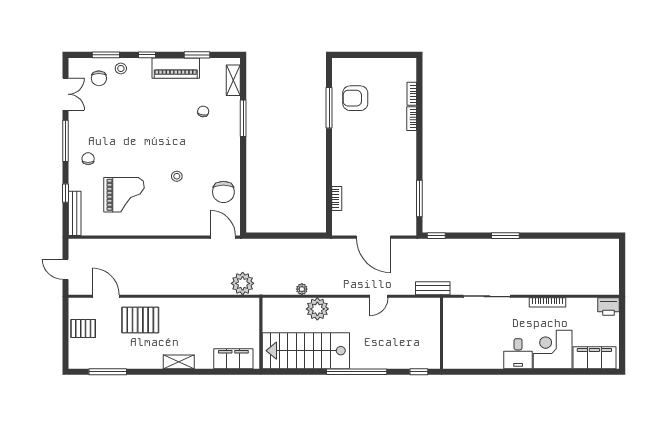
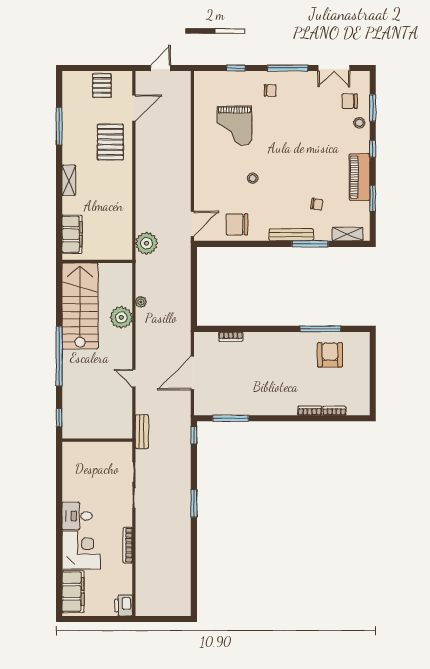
bench: (75, 213) -> (291, 235), moved
window: (108, 372) -> (59, 126), moved

